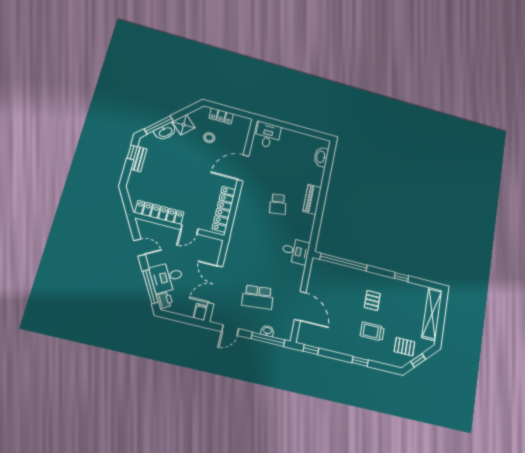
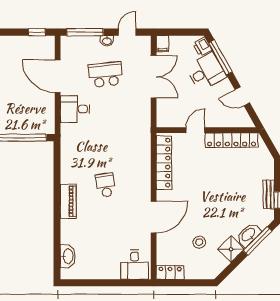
locker: (221, 116) -> (170, 272), moved
desk: (296, 251) -> (75, 109), moved
washbasin: (267, 331) -> (107, 41), moved

